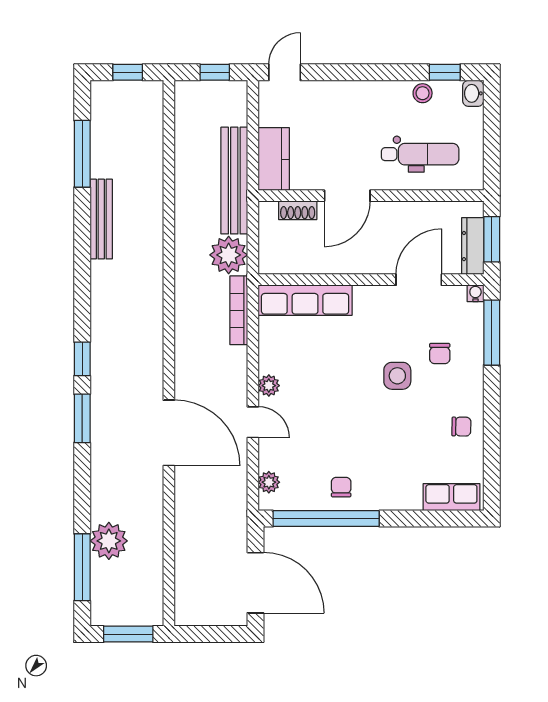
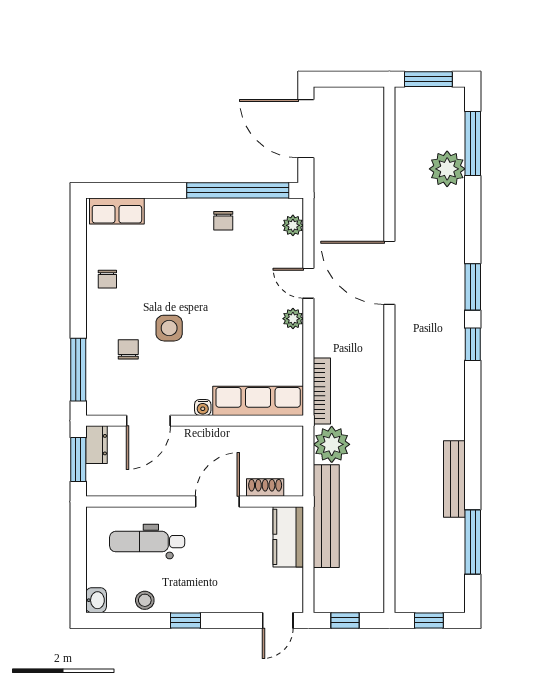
window: (445, 72) -> (186, 620), moved
dresser: (473, 246) -> (97, 445), width x0.70
water cooler: (475, 293) -> (203, 407), moved
chair: (461, 427) -> (107, 279), turned -91

